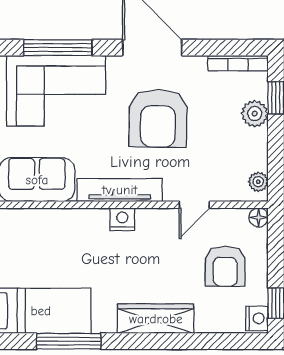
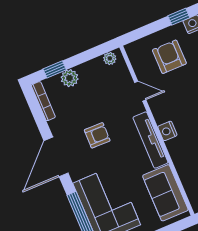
armchair: (158, 118) -> (97, 135), width x0.53, depth x0.53
floor lamp: (259, 217) -> (131, 49), removed
armchair: (225, 266) -> (169, 57), turned -90

